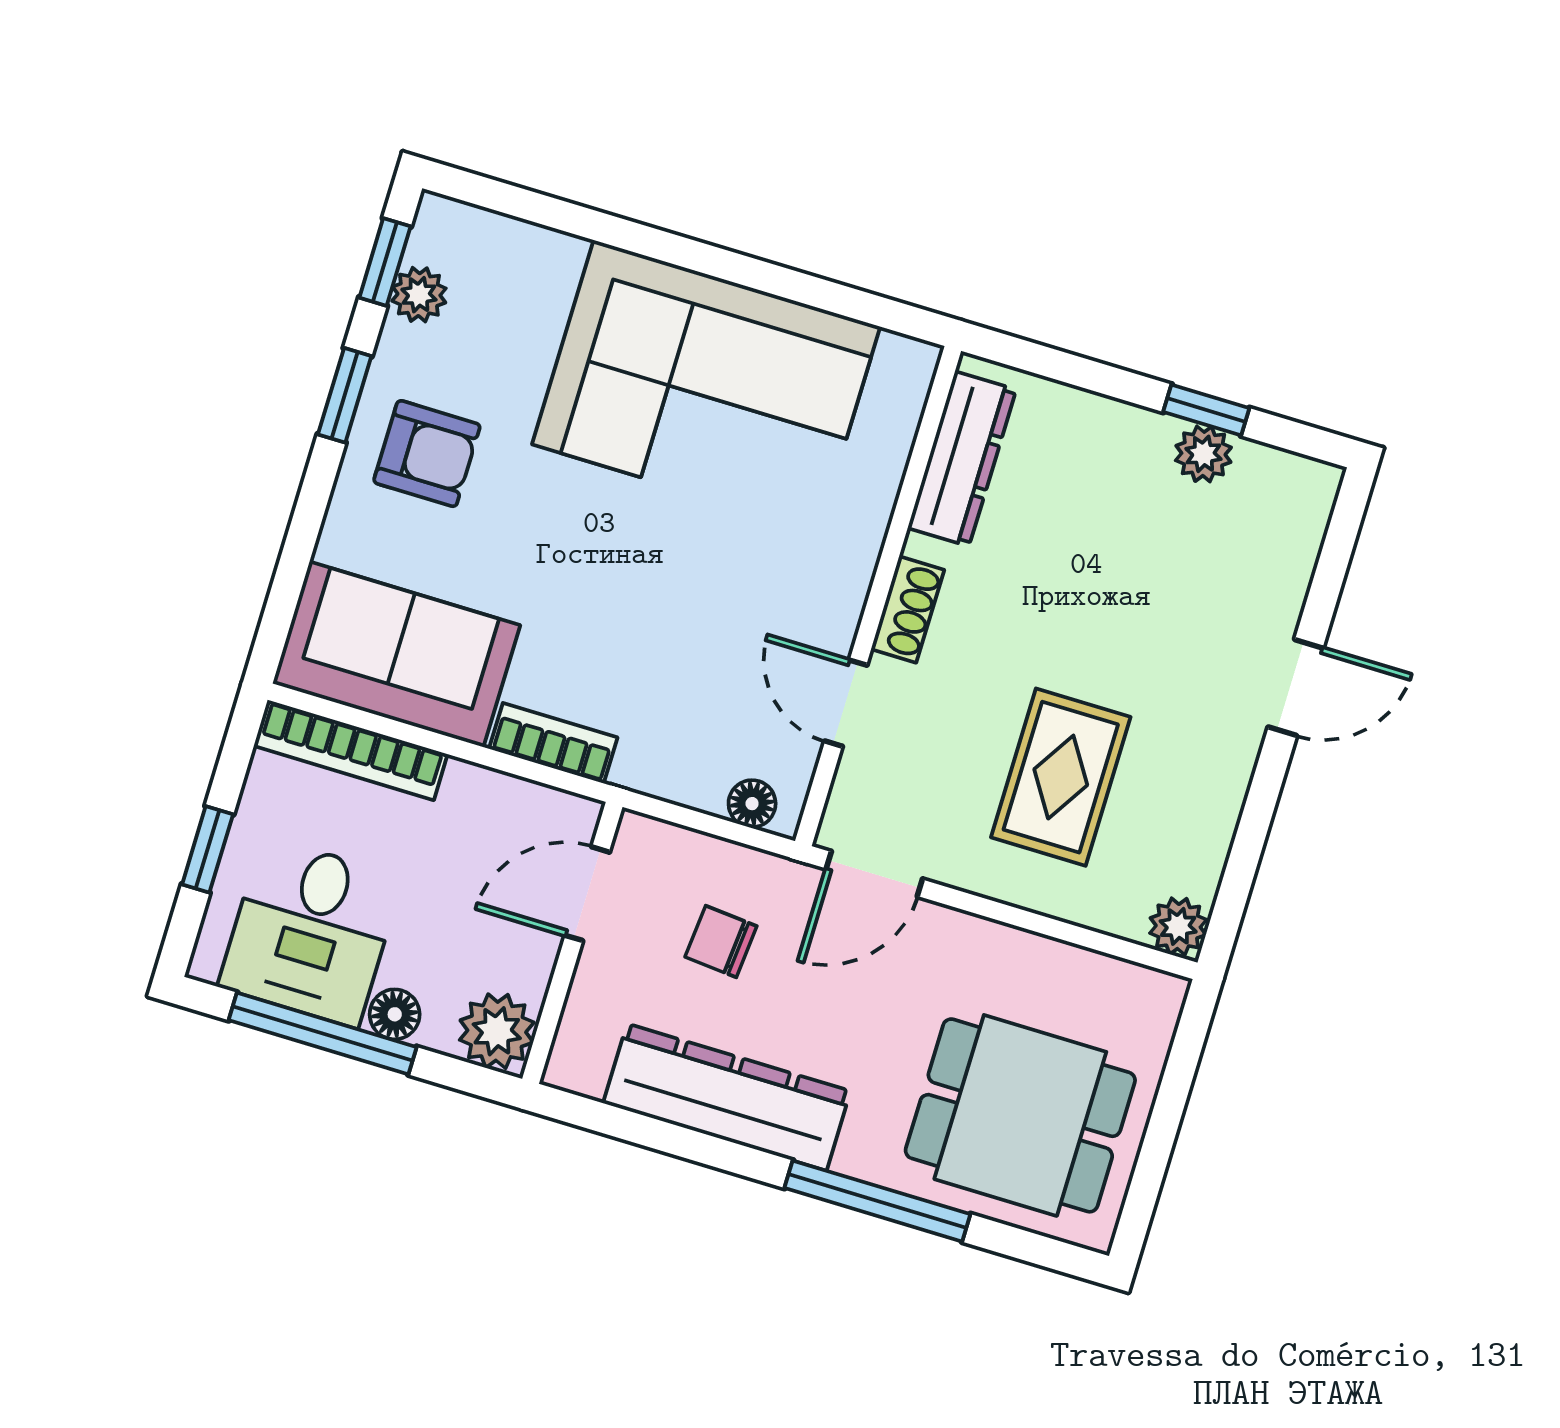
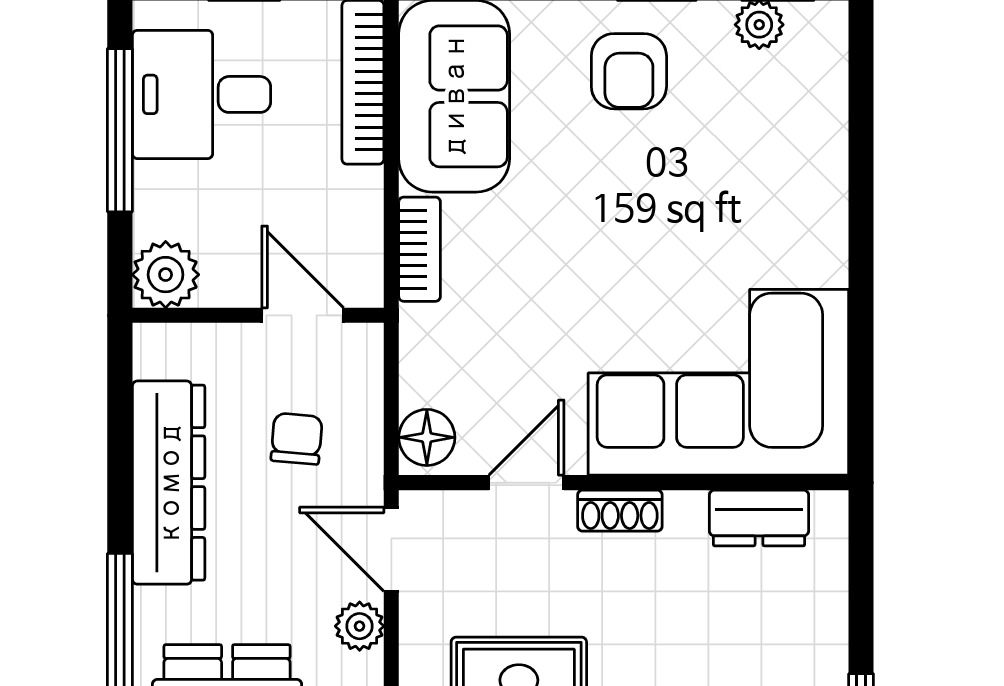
corner sofa: (706, 385) -> (718, 382), moved, turned 90
dresser: (962, 459) -> (759, 518), width x0.70
floor lamp: (752, 804) -> (427, 437), width x1.37, depth x1.37
plant: (948, 935) -> (360, 626), added
floor lamp: (395, 1014) -> (154, 185), removed

